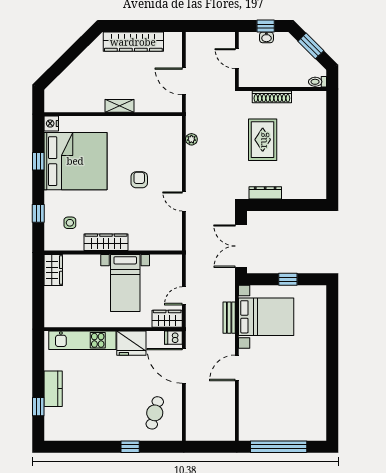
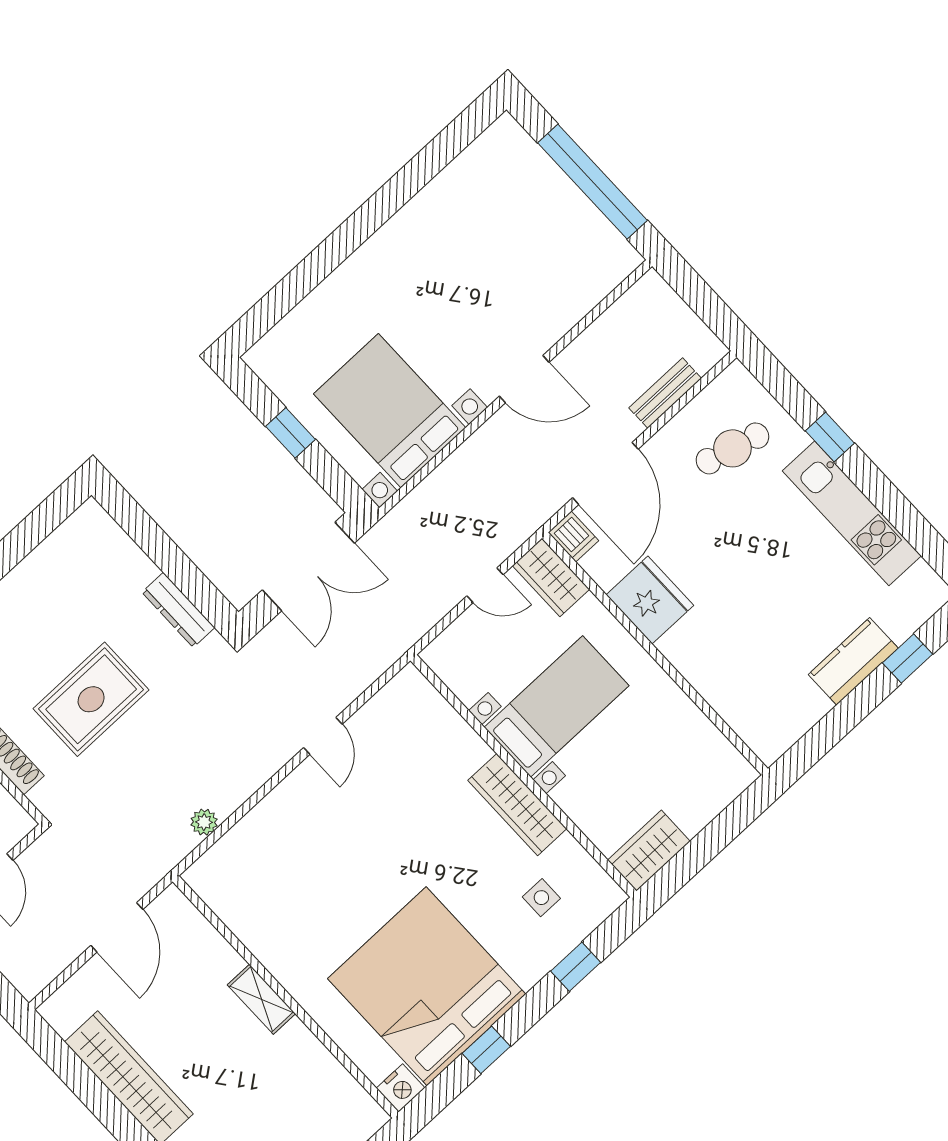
armchair: (139, 180) -> (357, 847), removed
bench: (229, 318) -> (665, 393), moved
kitchen unit: (82, 340) -> (852, 513), moved, turned 180

